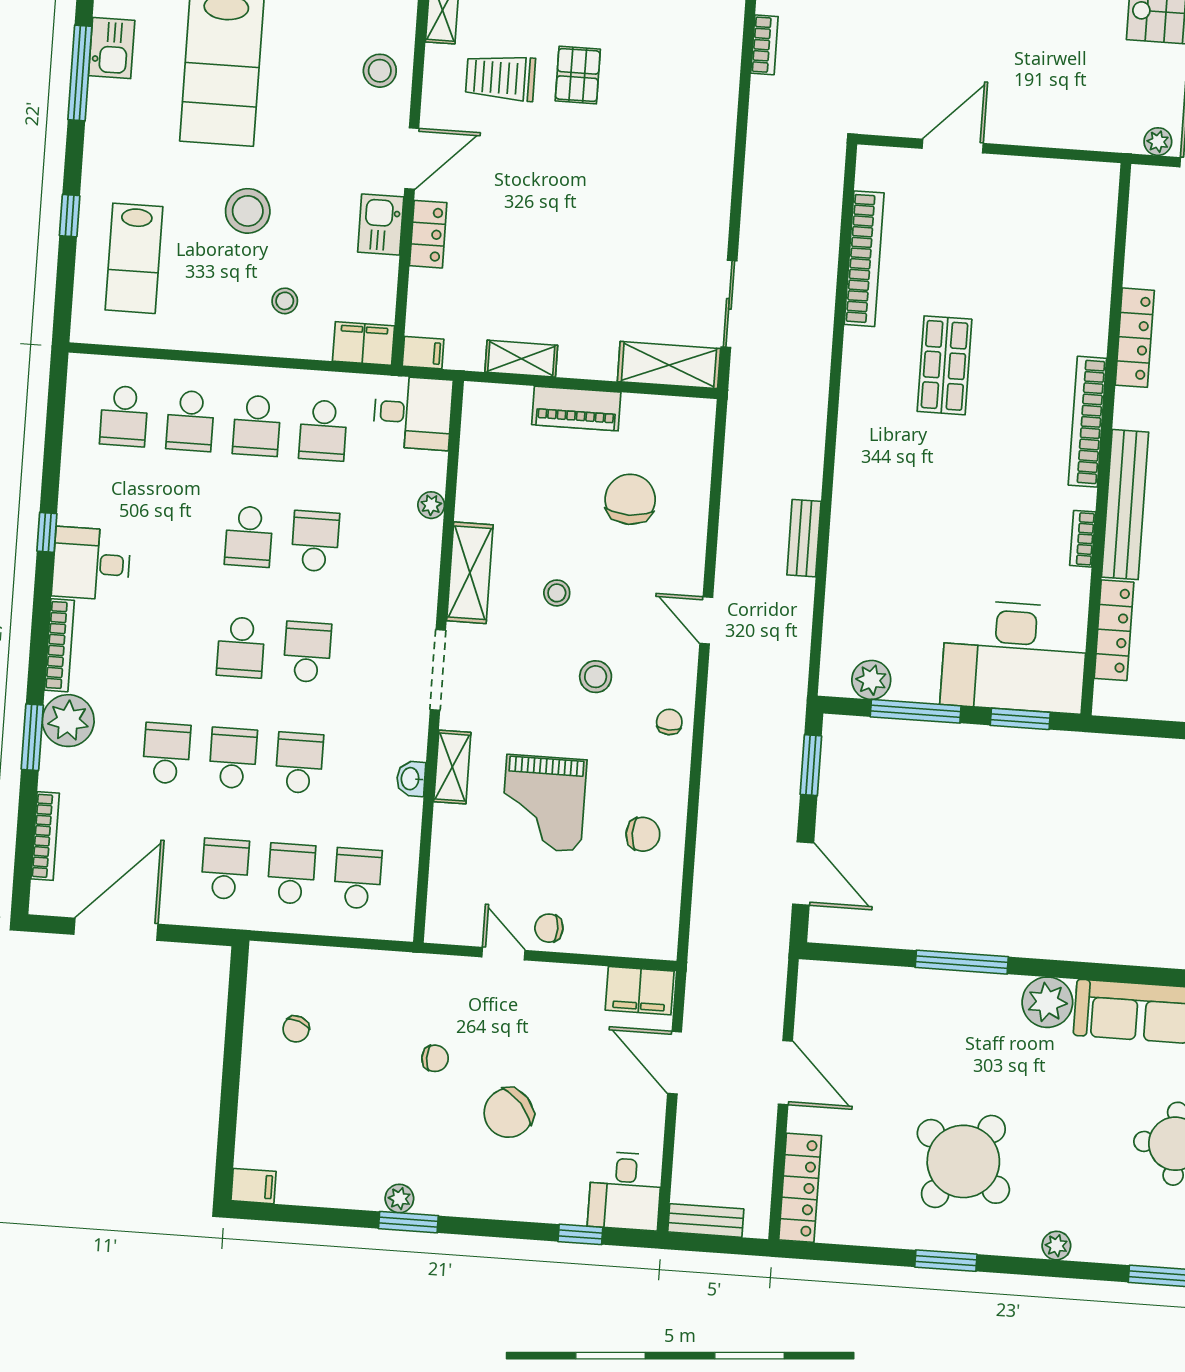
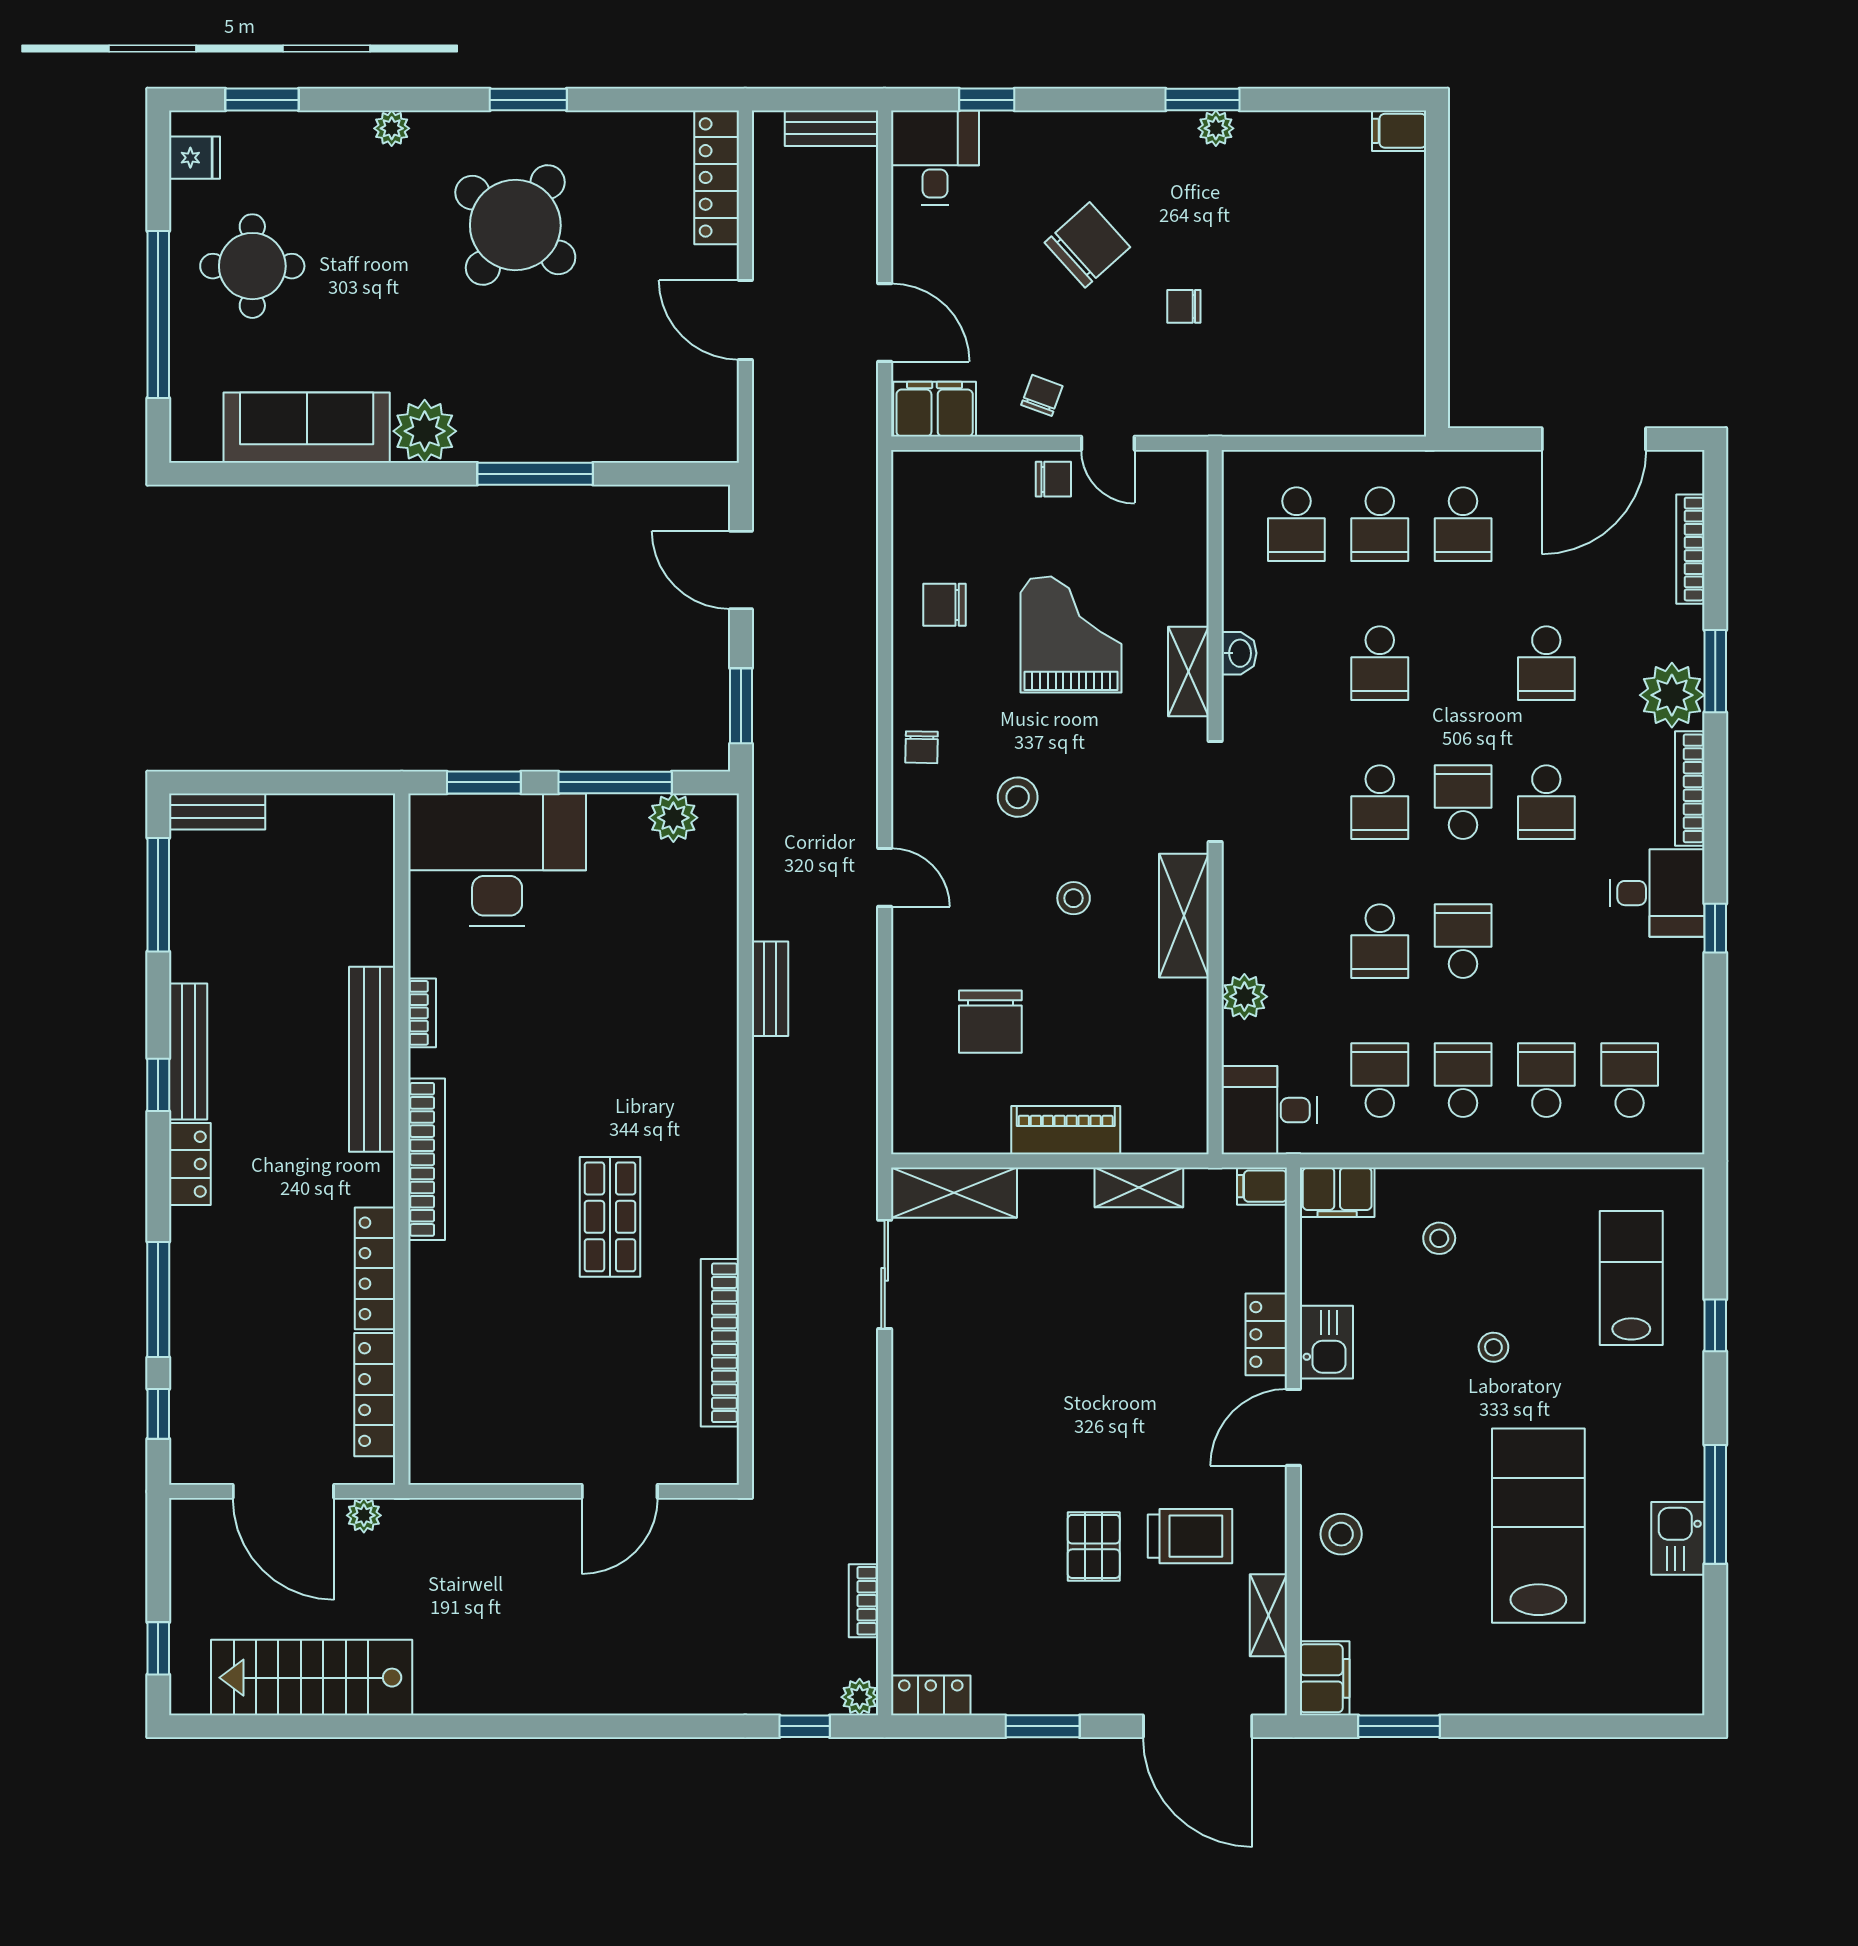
stool: (248, 211) -> (1493, 1347), width x0.53, depth x0.53
plant: (431, 505) -> (1244, 997), width x1.38, depth x1.38
locker: (1114, 630) -> (375, 1395), moved
school desk: (233, 758) -> (1546, 802), moved
chair: (296, 1029) -> (1042, 395), moved

